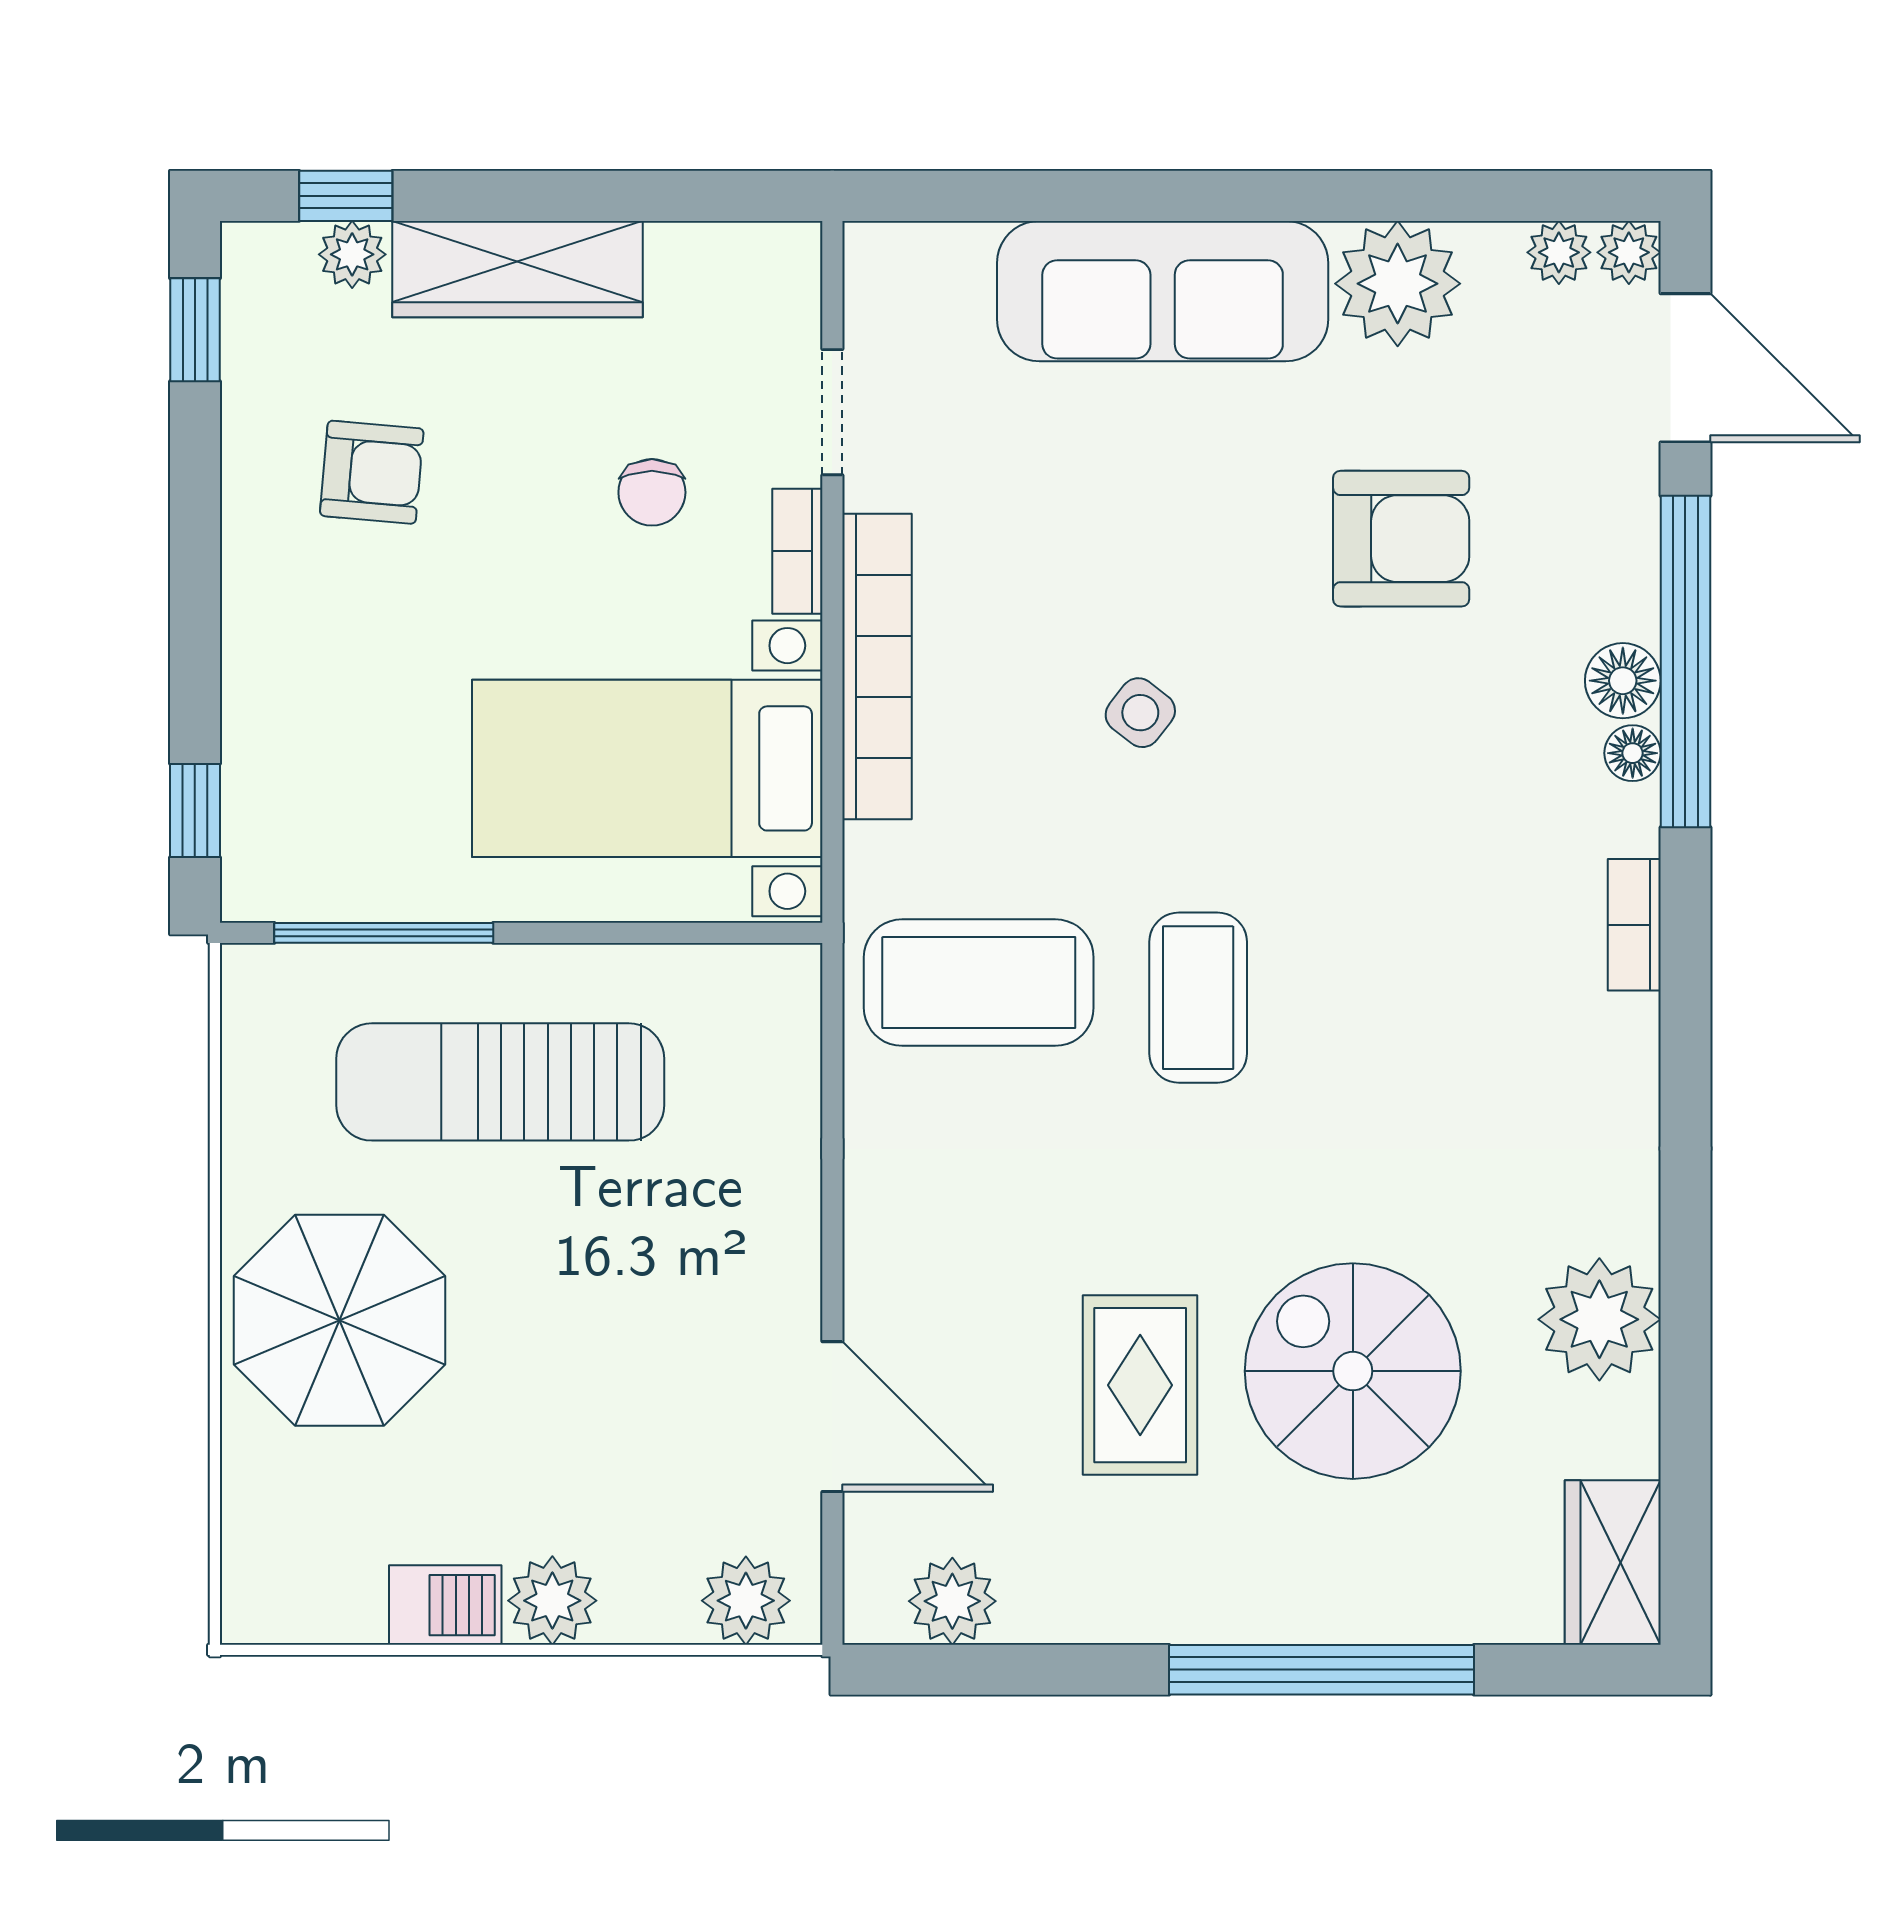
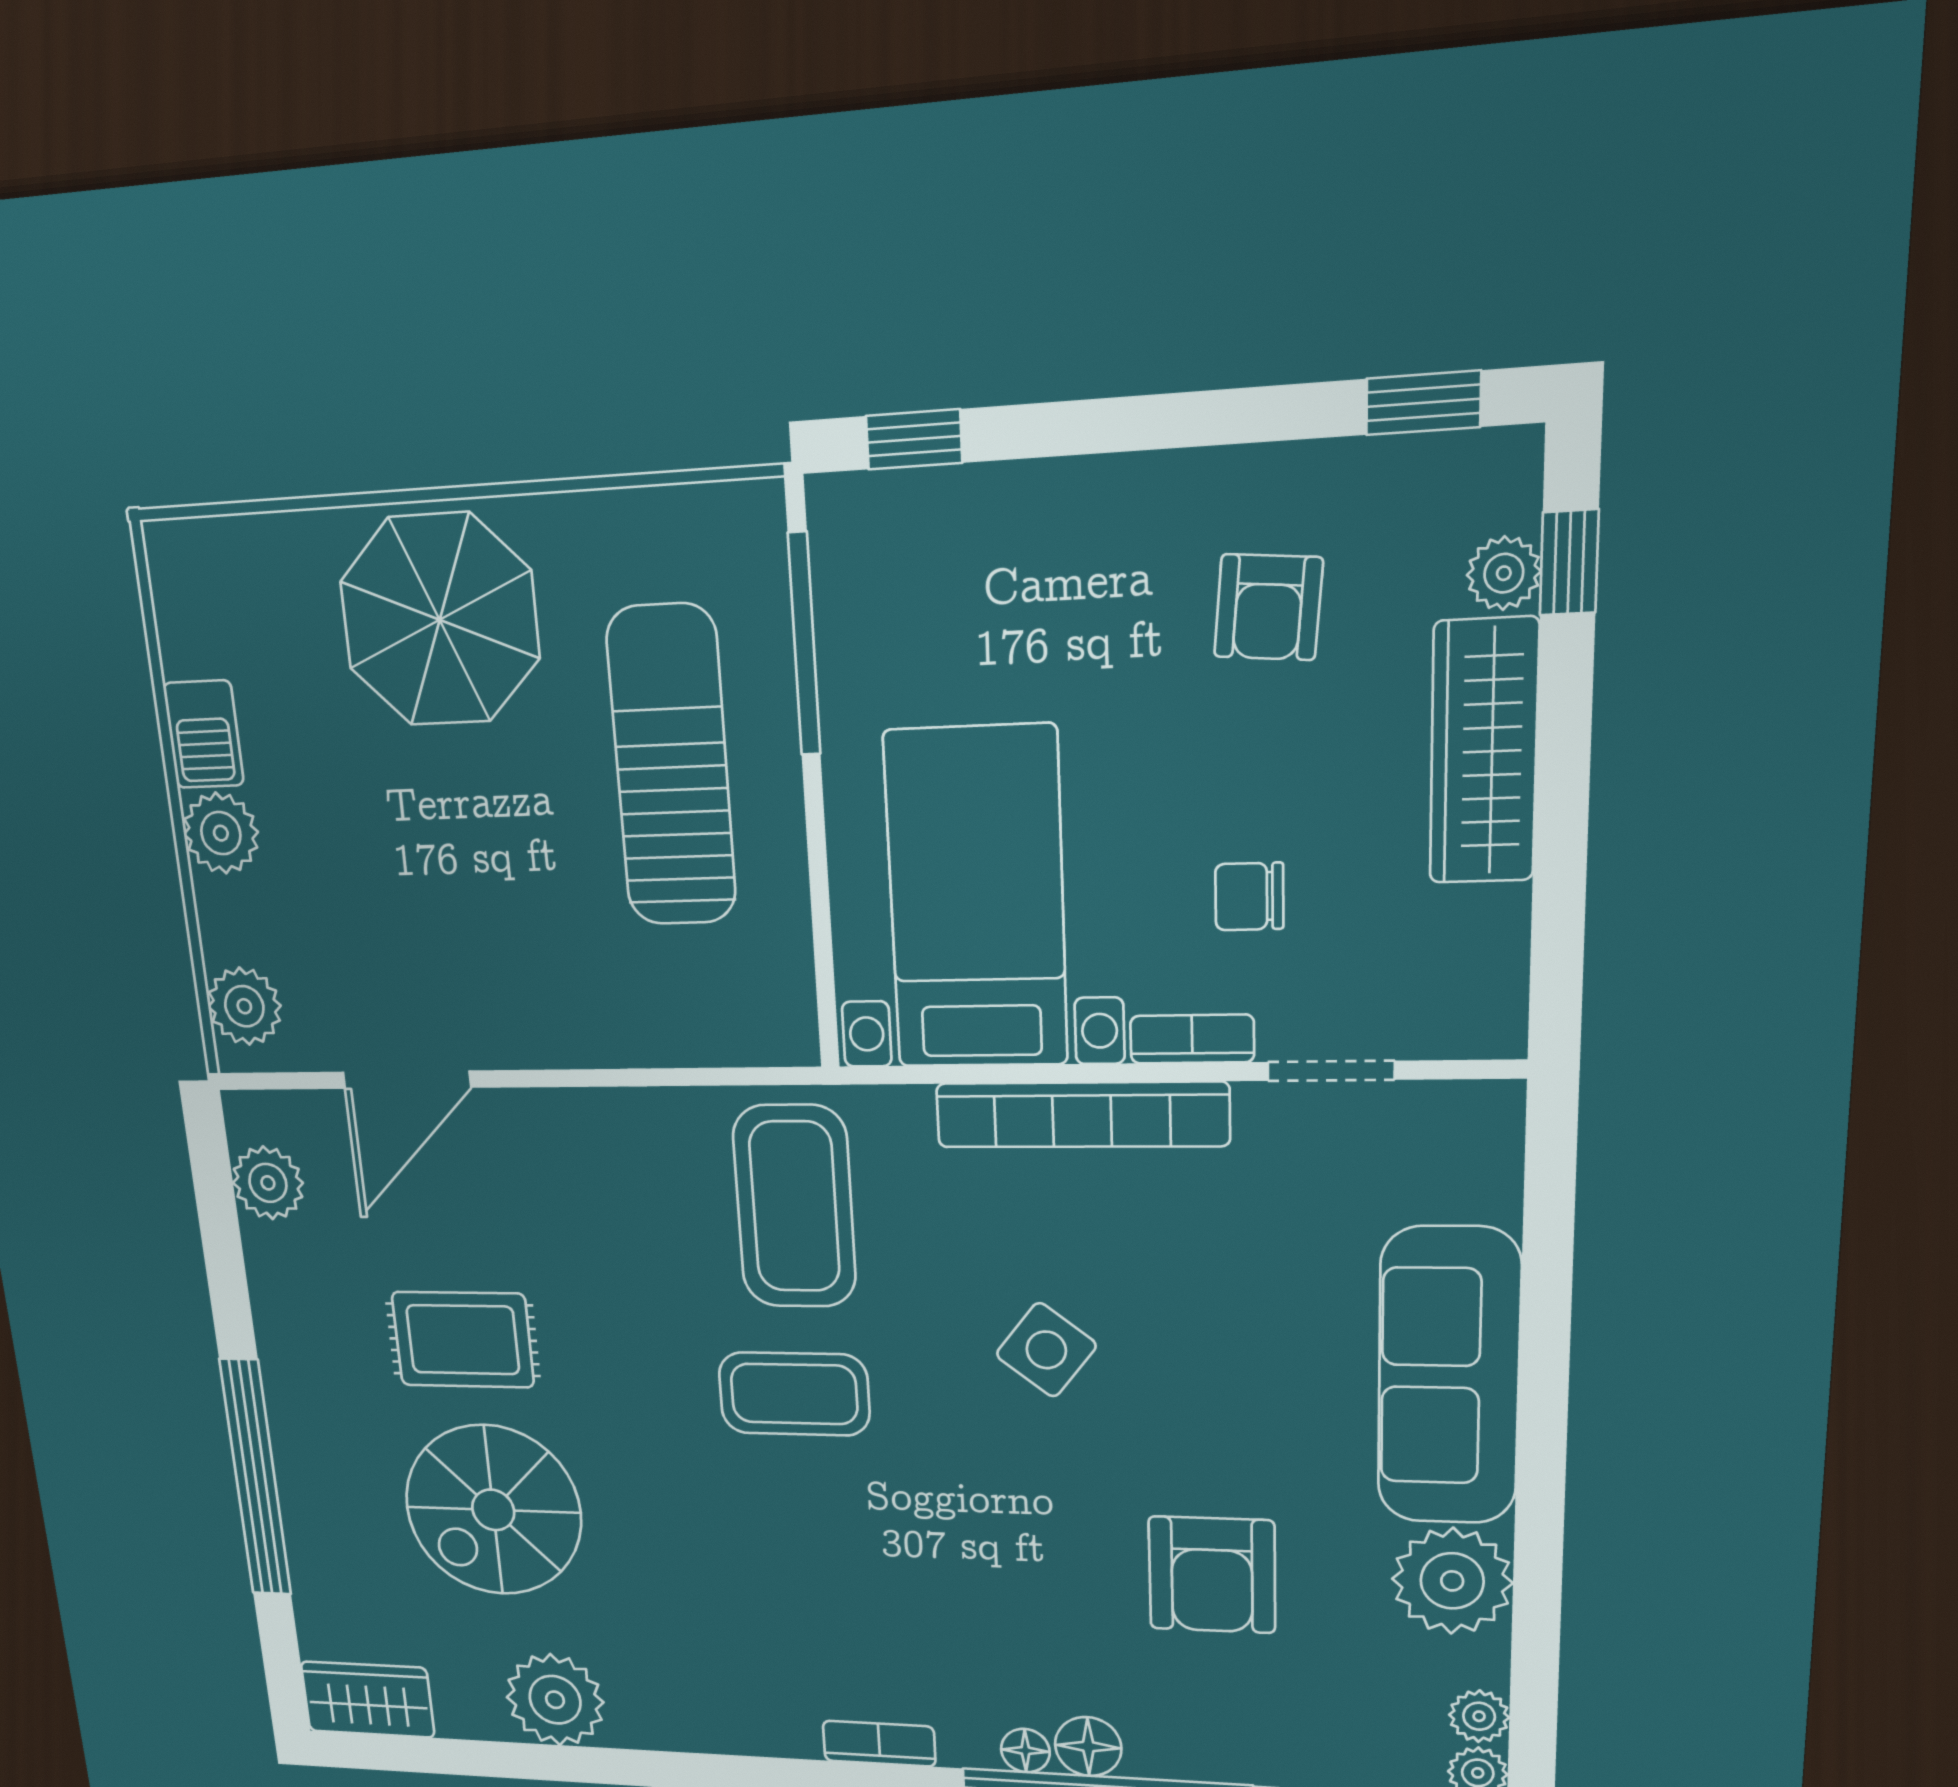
side table: (1140, 713) -> (1046, 1350), width x1.37, depth x1.37
spiral stairs: (1353, 1371) -> (493, 1510), turned 180

